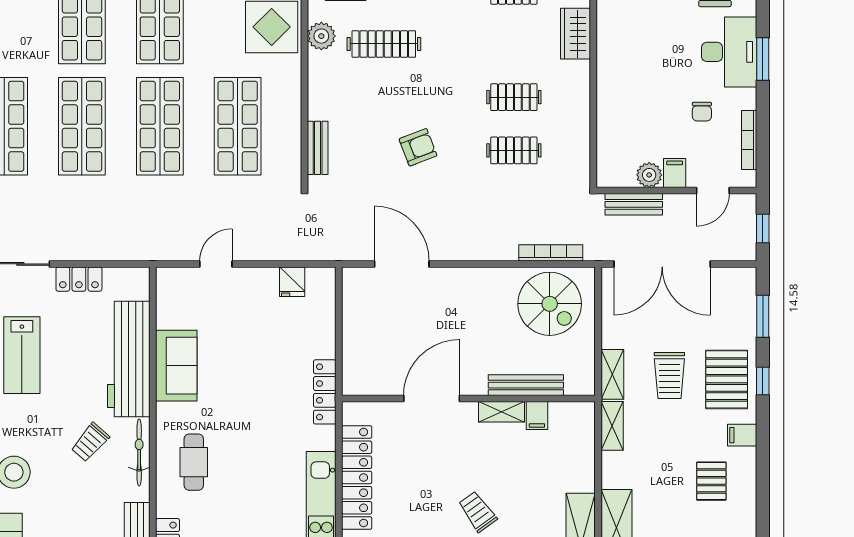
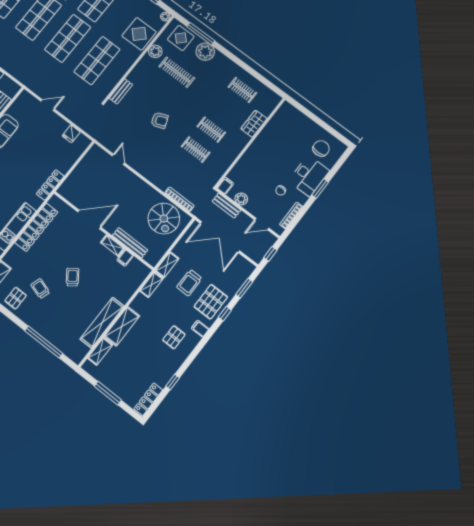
filing cabinet: (675, 173) -> (225, 186), moved
door: (402, 264) -> (118, 159), width x0.53

